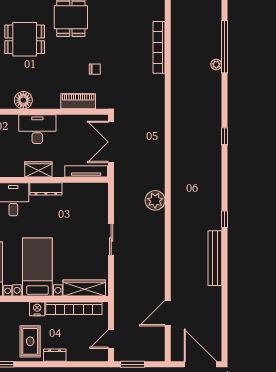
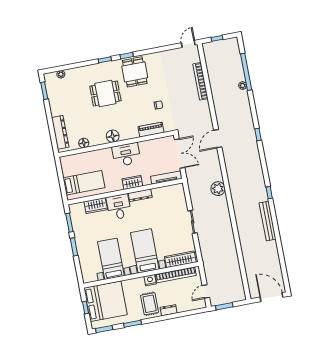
double door: (111, 142) -> (180, 154), swing flipped
door: (168, 313) -> (218, 139), moved

